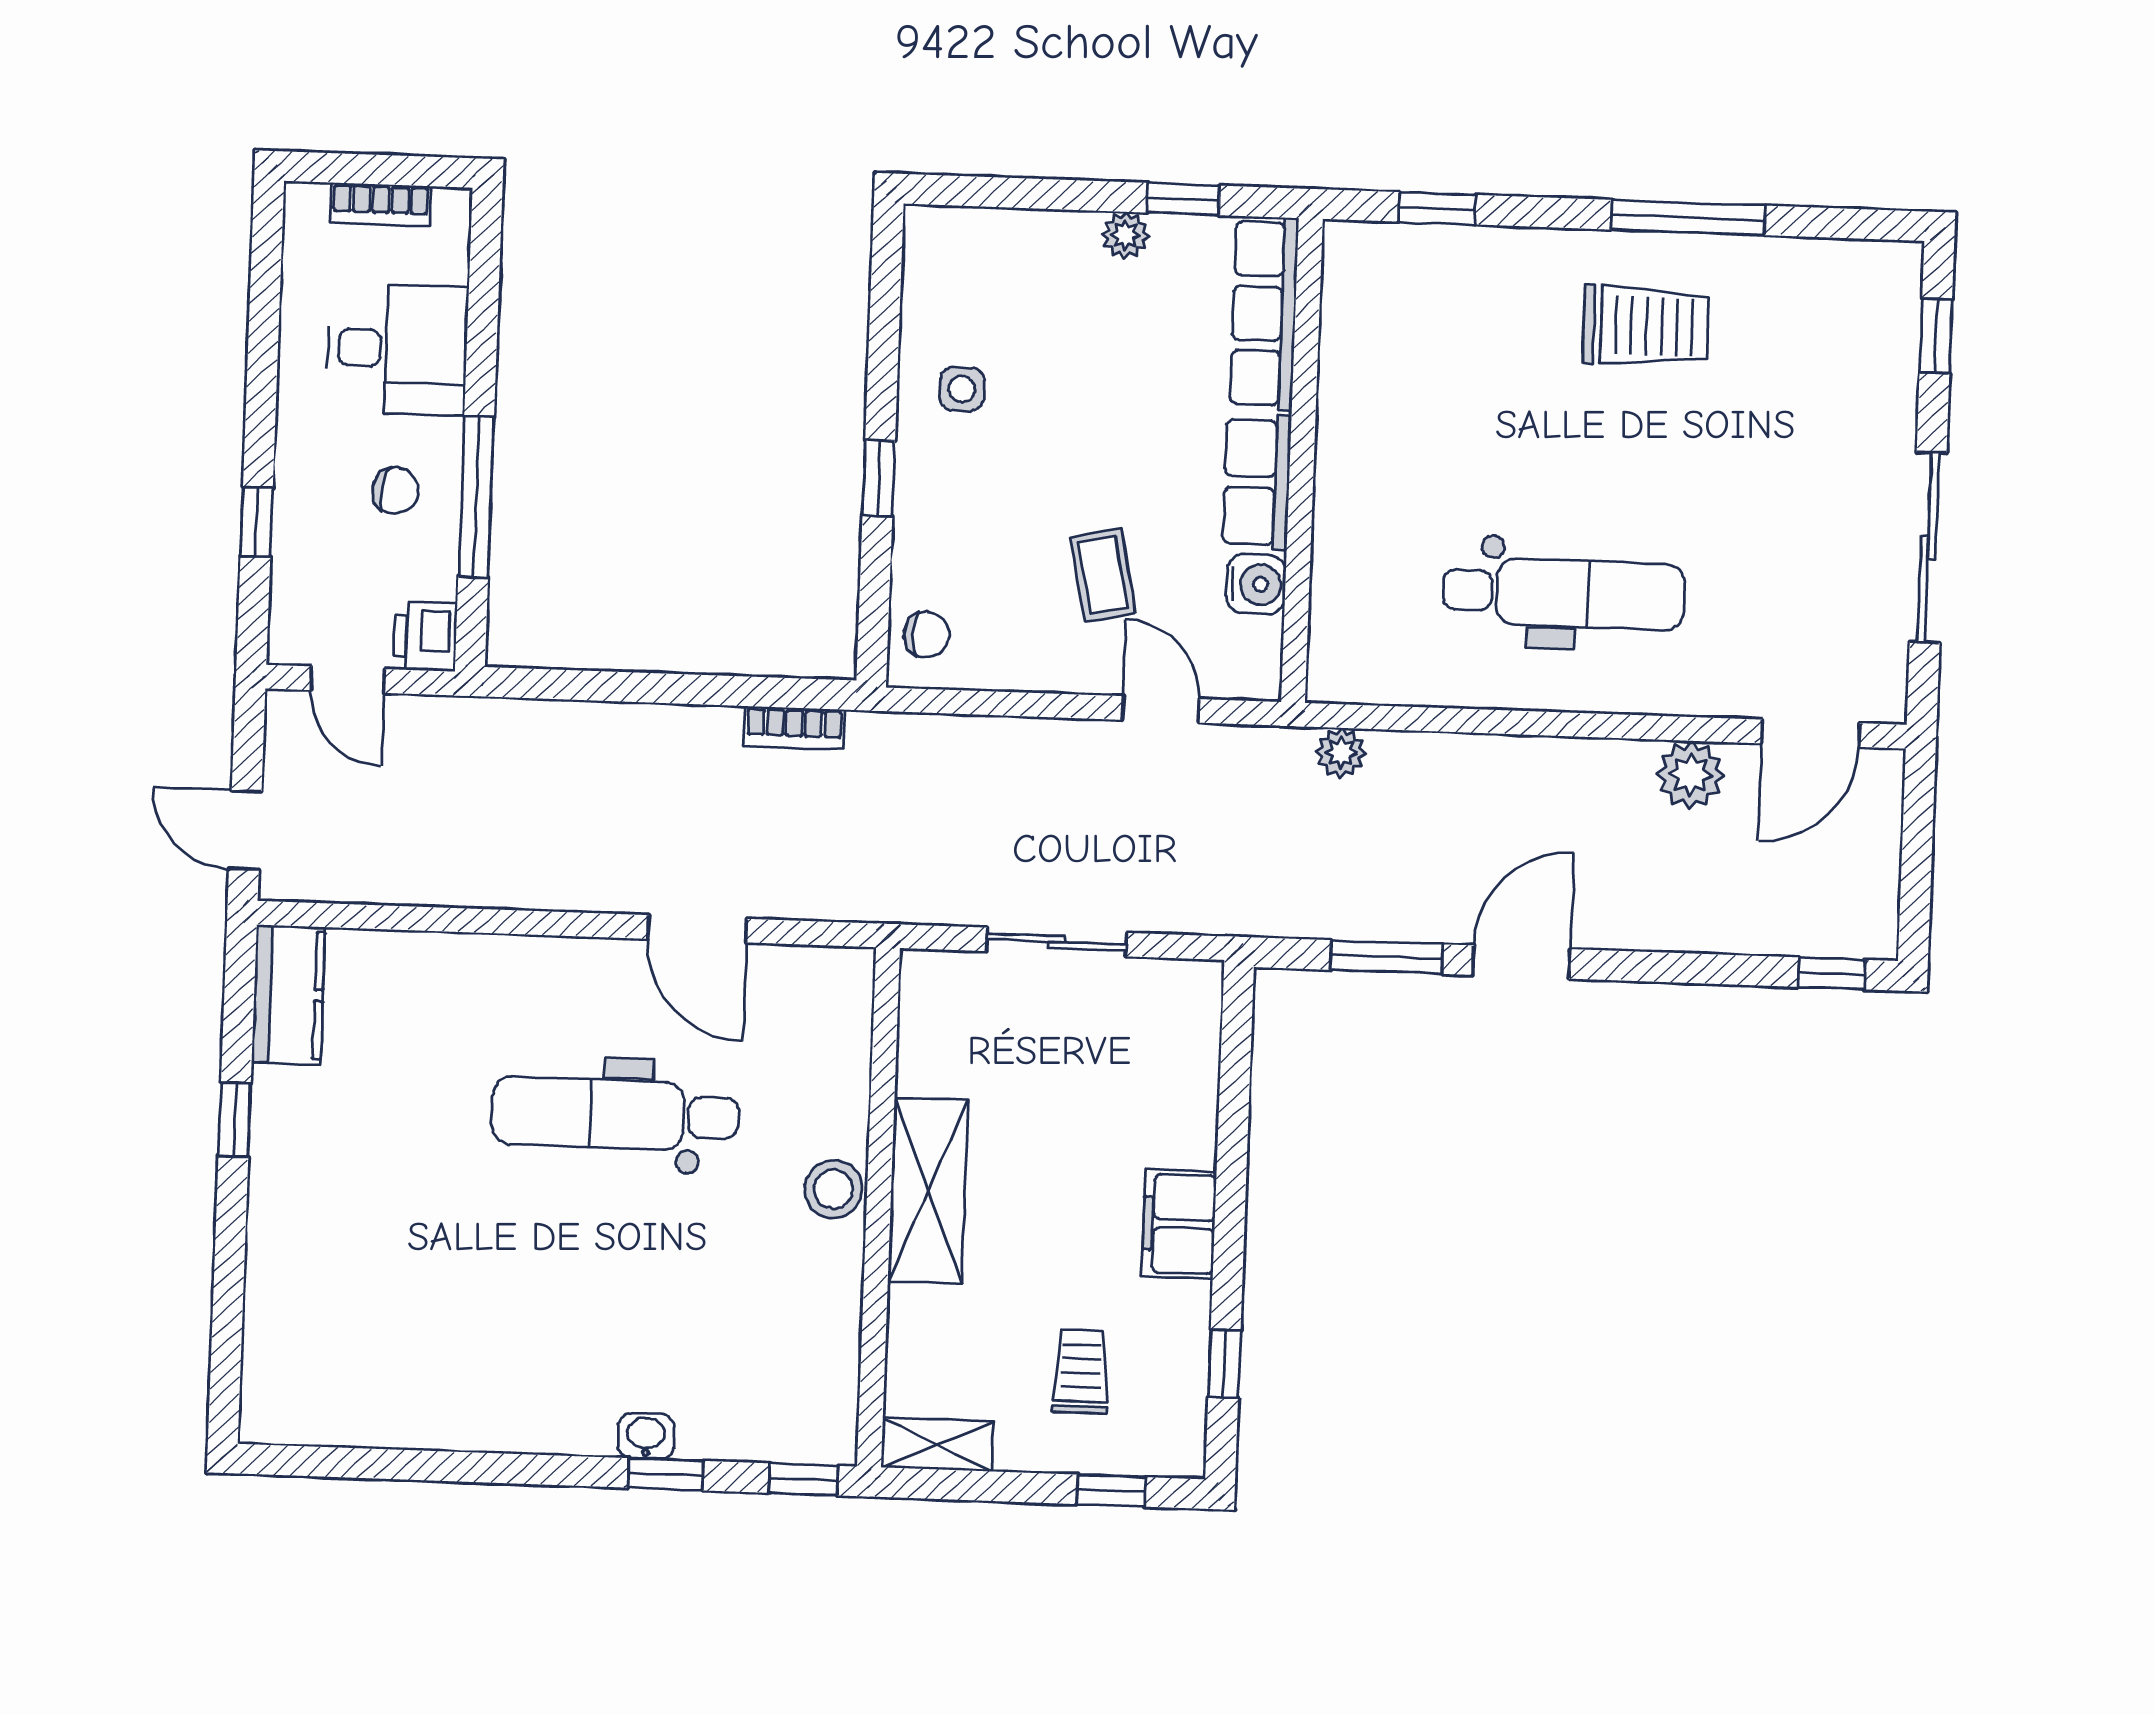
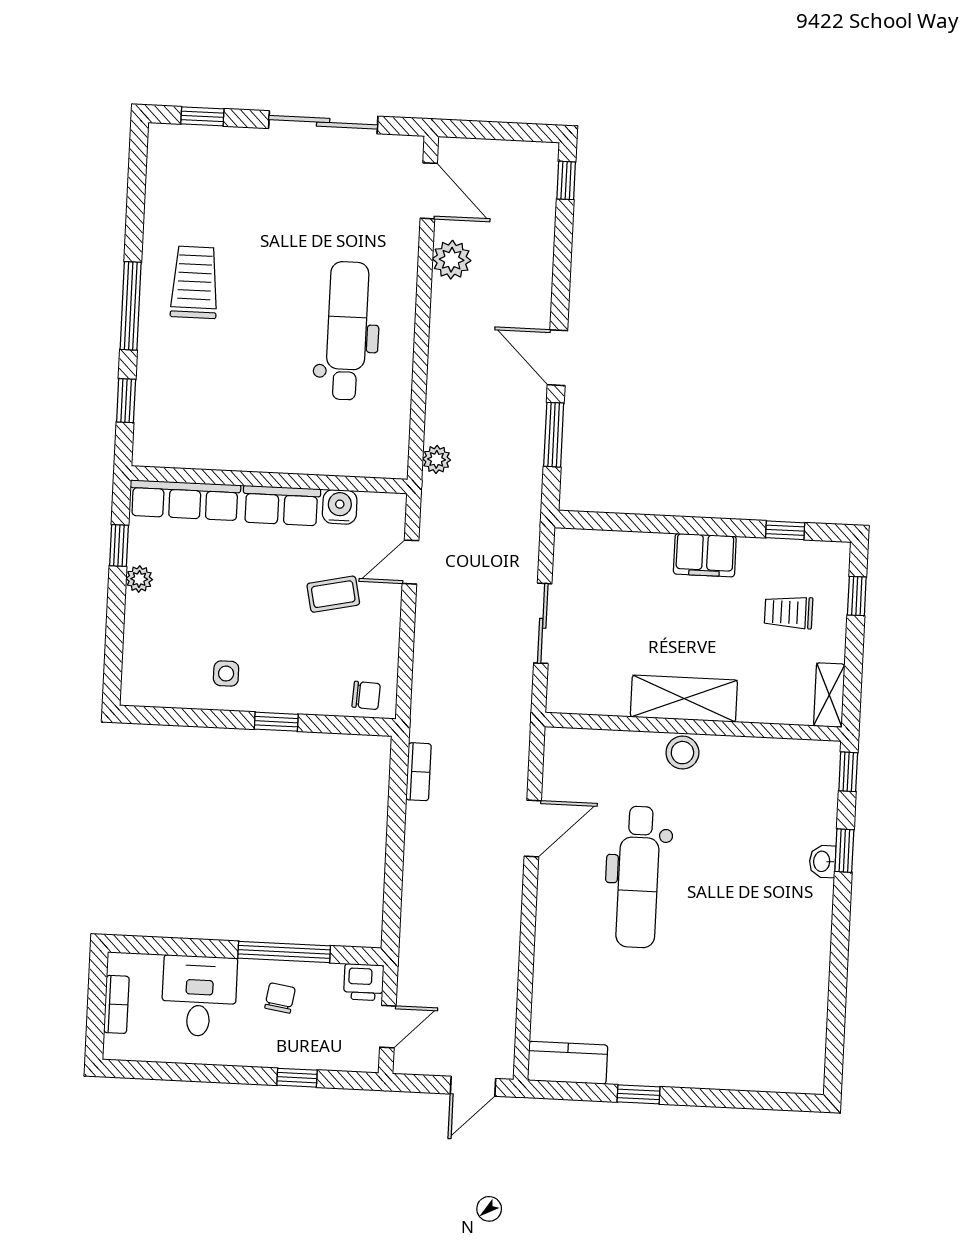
window: (1688, 218) -> (131, 306), moved
chair: (927, 635) -> (366, 695), turned 93

